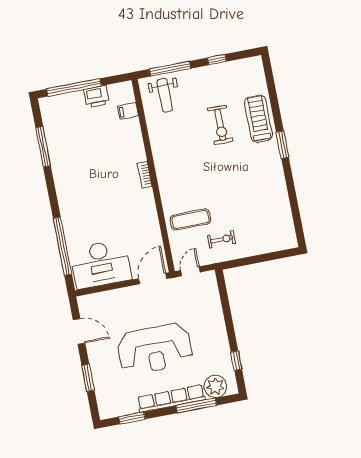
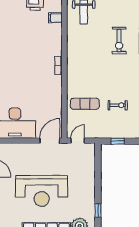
exercise bike: (222, 239) -> (118, 105), moved
window: (245, 261) -> (118, 141), added

